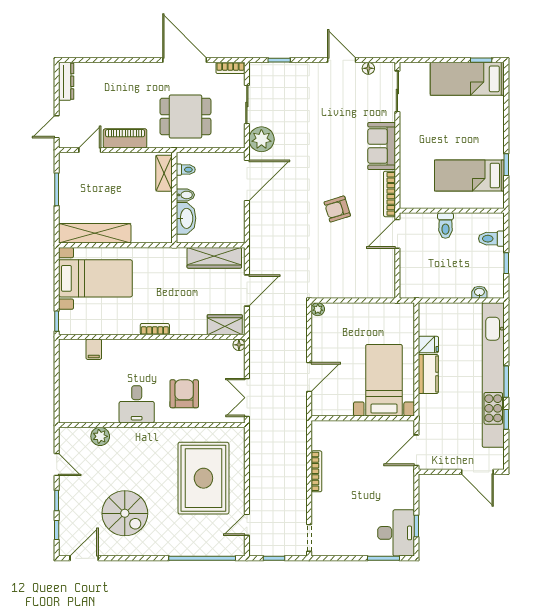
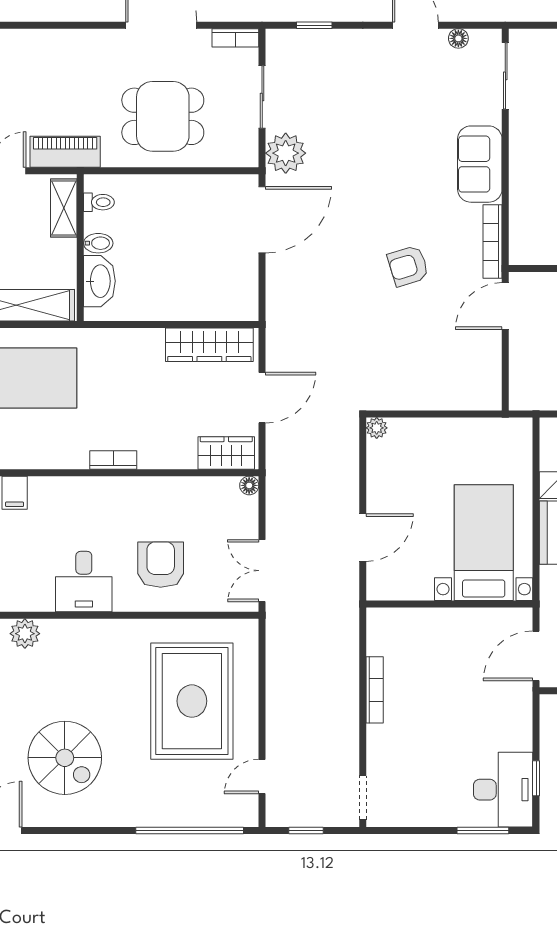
toilet: (186, 170) -> (99, 202), moved
shelving: (164, 173) -> (64, 208), moved
bidet: (185, 195) -> (98, 243), moved
wall: (174, 198) -> (80, 248), moved
washbasin: (186, 218) -> (99, 281), moved

